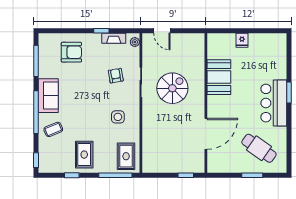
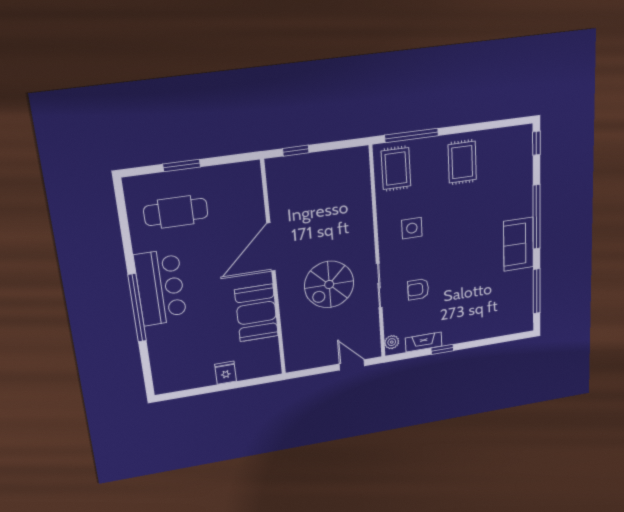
armchair: (71, 52) -> (485, 312), removed
armchair: (116, 76) -> (418, 289), turned 100
window: (289, 92) -> (137, 308), width x2.11
coffee table: (53, 129) -> (511, 195), removed
door: (206, 134) -> (271, 247), moved
cafe table: (259, 148) -> (176, 212), turned -35
window: (72, 175) -> (481, 126), removed

